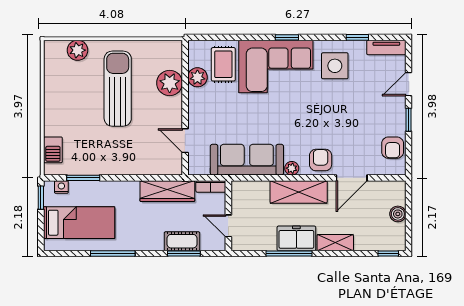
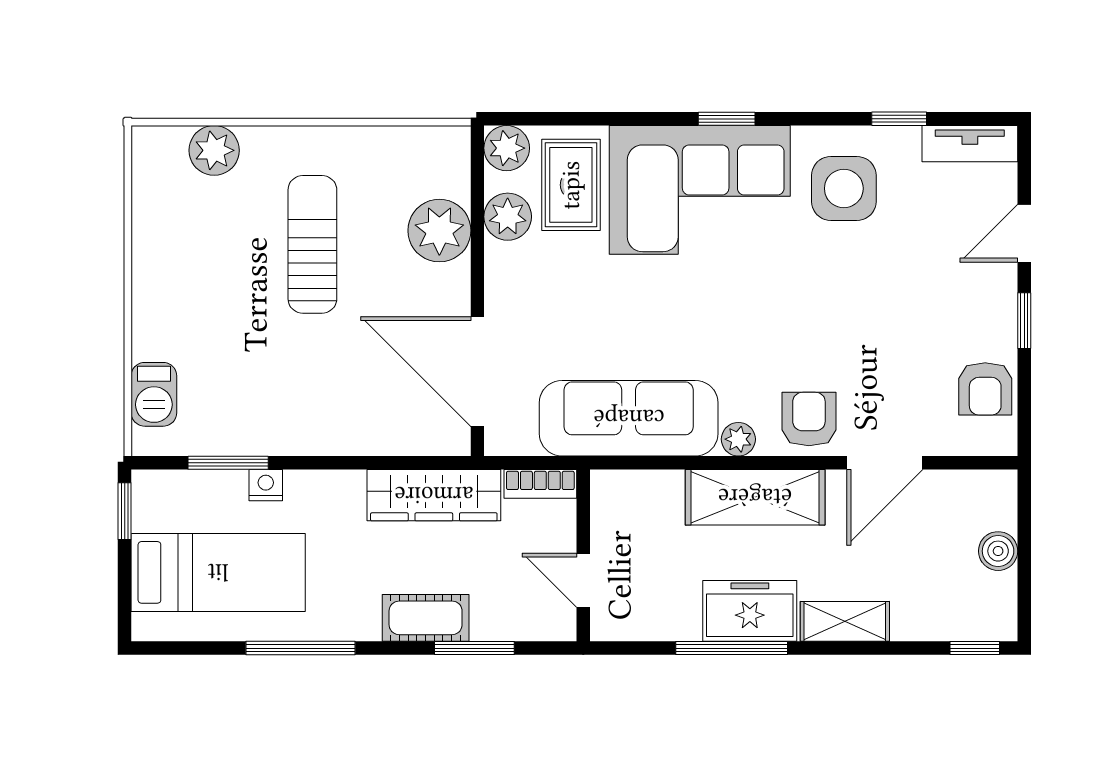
plant: (197, 49) -> (507, 148), added
sun lounger: (118, 89) -> (312, 244), width x0.73, depth x0.75
door: (185, 141) -> (477, 372), width x1.87
nightstand: (61, 187) -> (266, 485), moved
cot: (182, 241) -> (426, 618), moved

